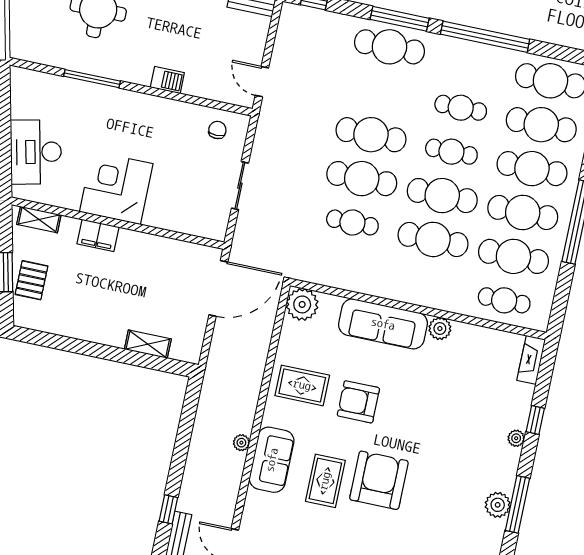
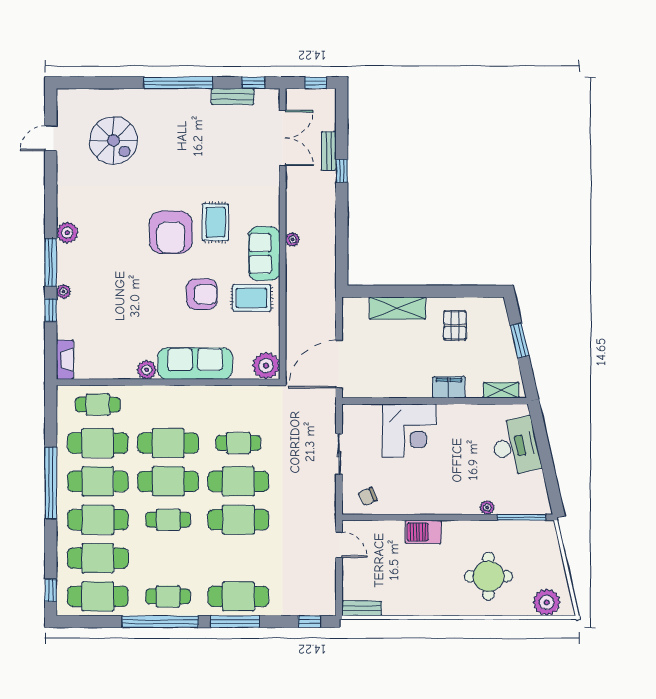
window: (92, 79) -> (521, 517), moved
barbecue: (167, 80) -> (423, 532), width x1.38, depth x1.27
plant: (83, 89) -> (487, 507), added
cafe table: (461, 108) -> (168, 596), moved
chair: (217, 130) -> (368, 497), turned 67
corner desk: (116, 188) -> (409, 430), moved
pallet: (31, 280) -> (455, 325), moved
shelving: (148, 344) -> (397, 308), width x1.50, depth x1.33
sofa: (272, 460) -> (264, 254), moved
window: (517, 504) -> (51, 262), moved

